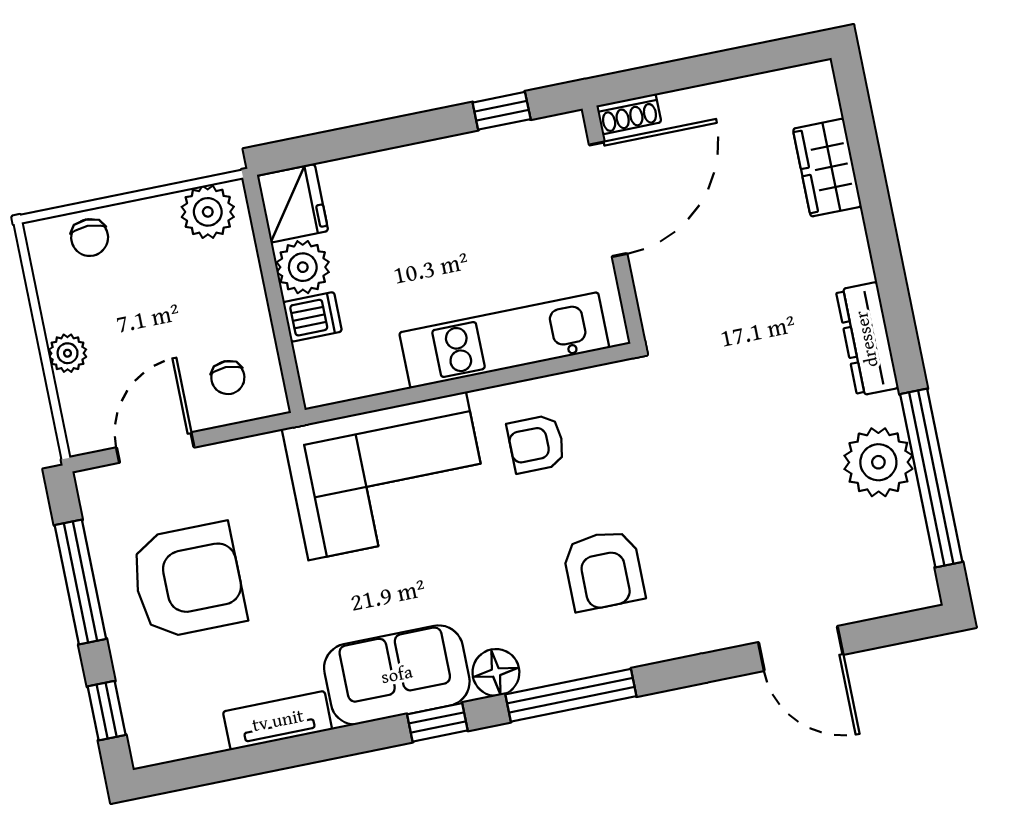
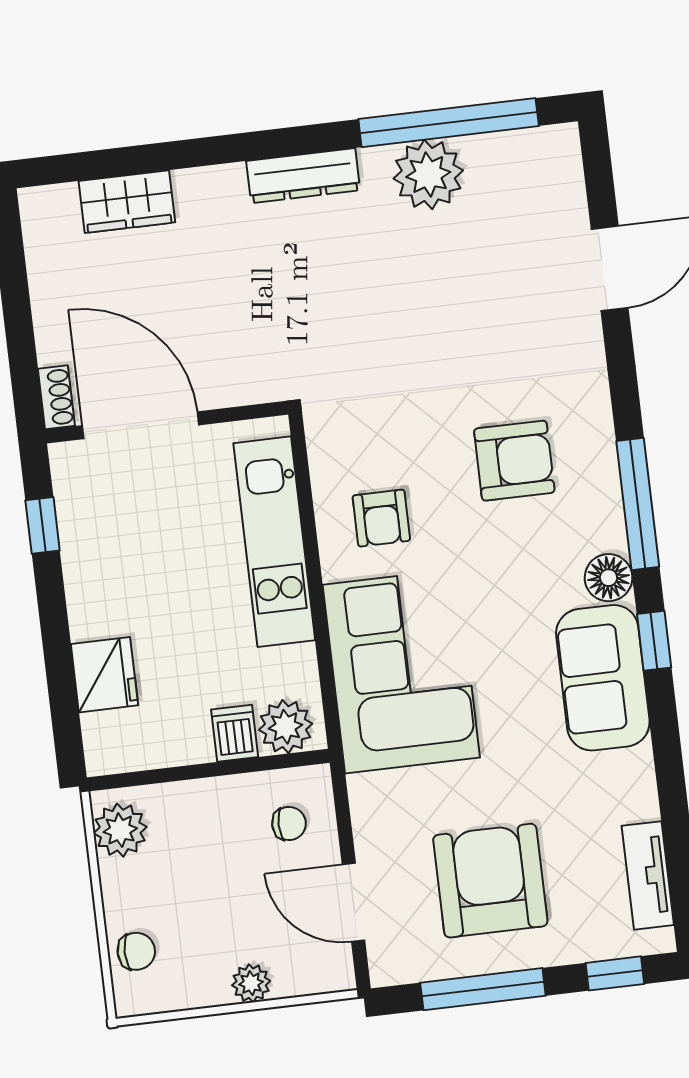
fridge: (293, 203) -> (104, 675), moved, turned 90
plant: (303, 267) -> (286, 727), moved
tv unit: (278, 721) -> (648, 875), moved

